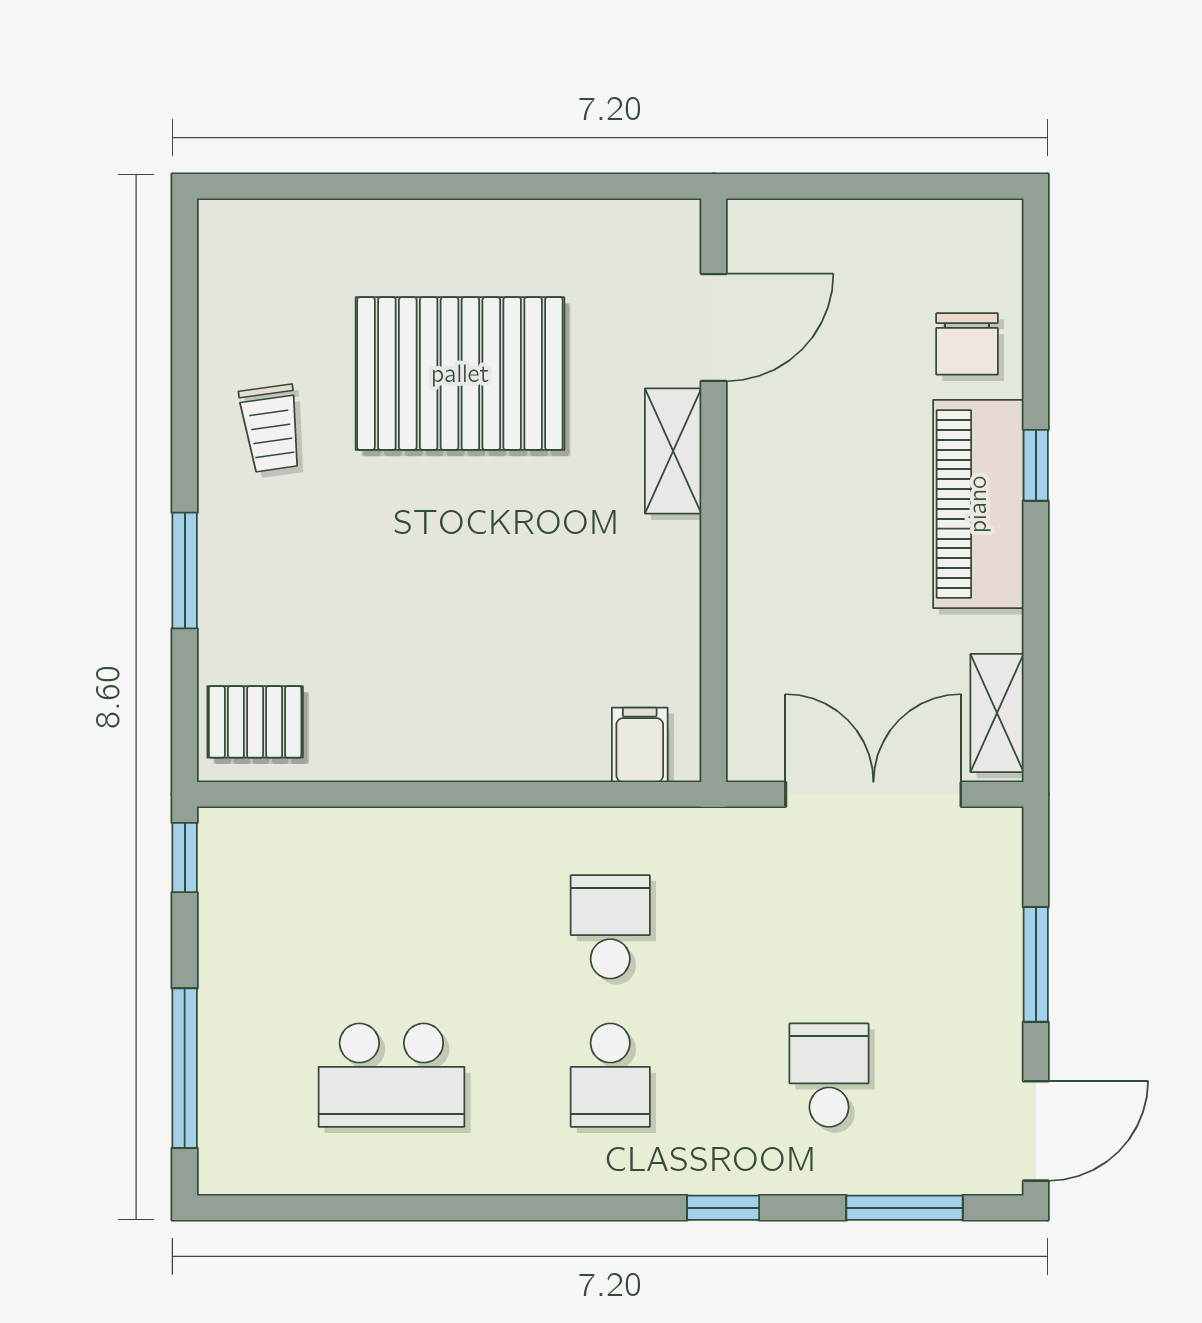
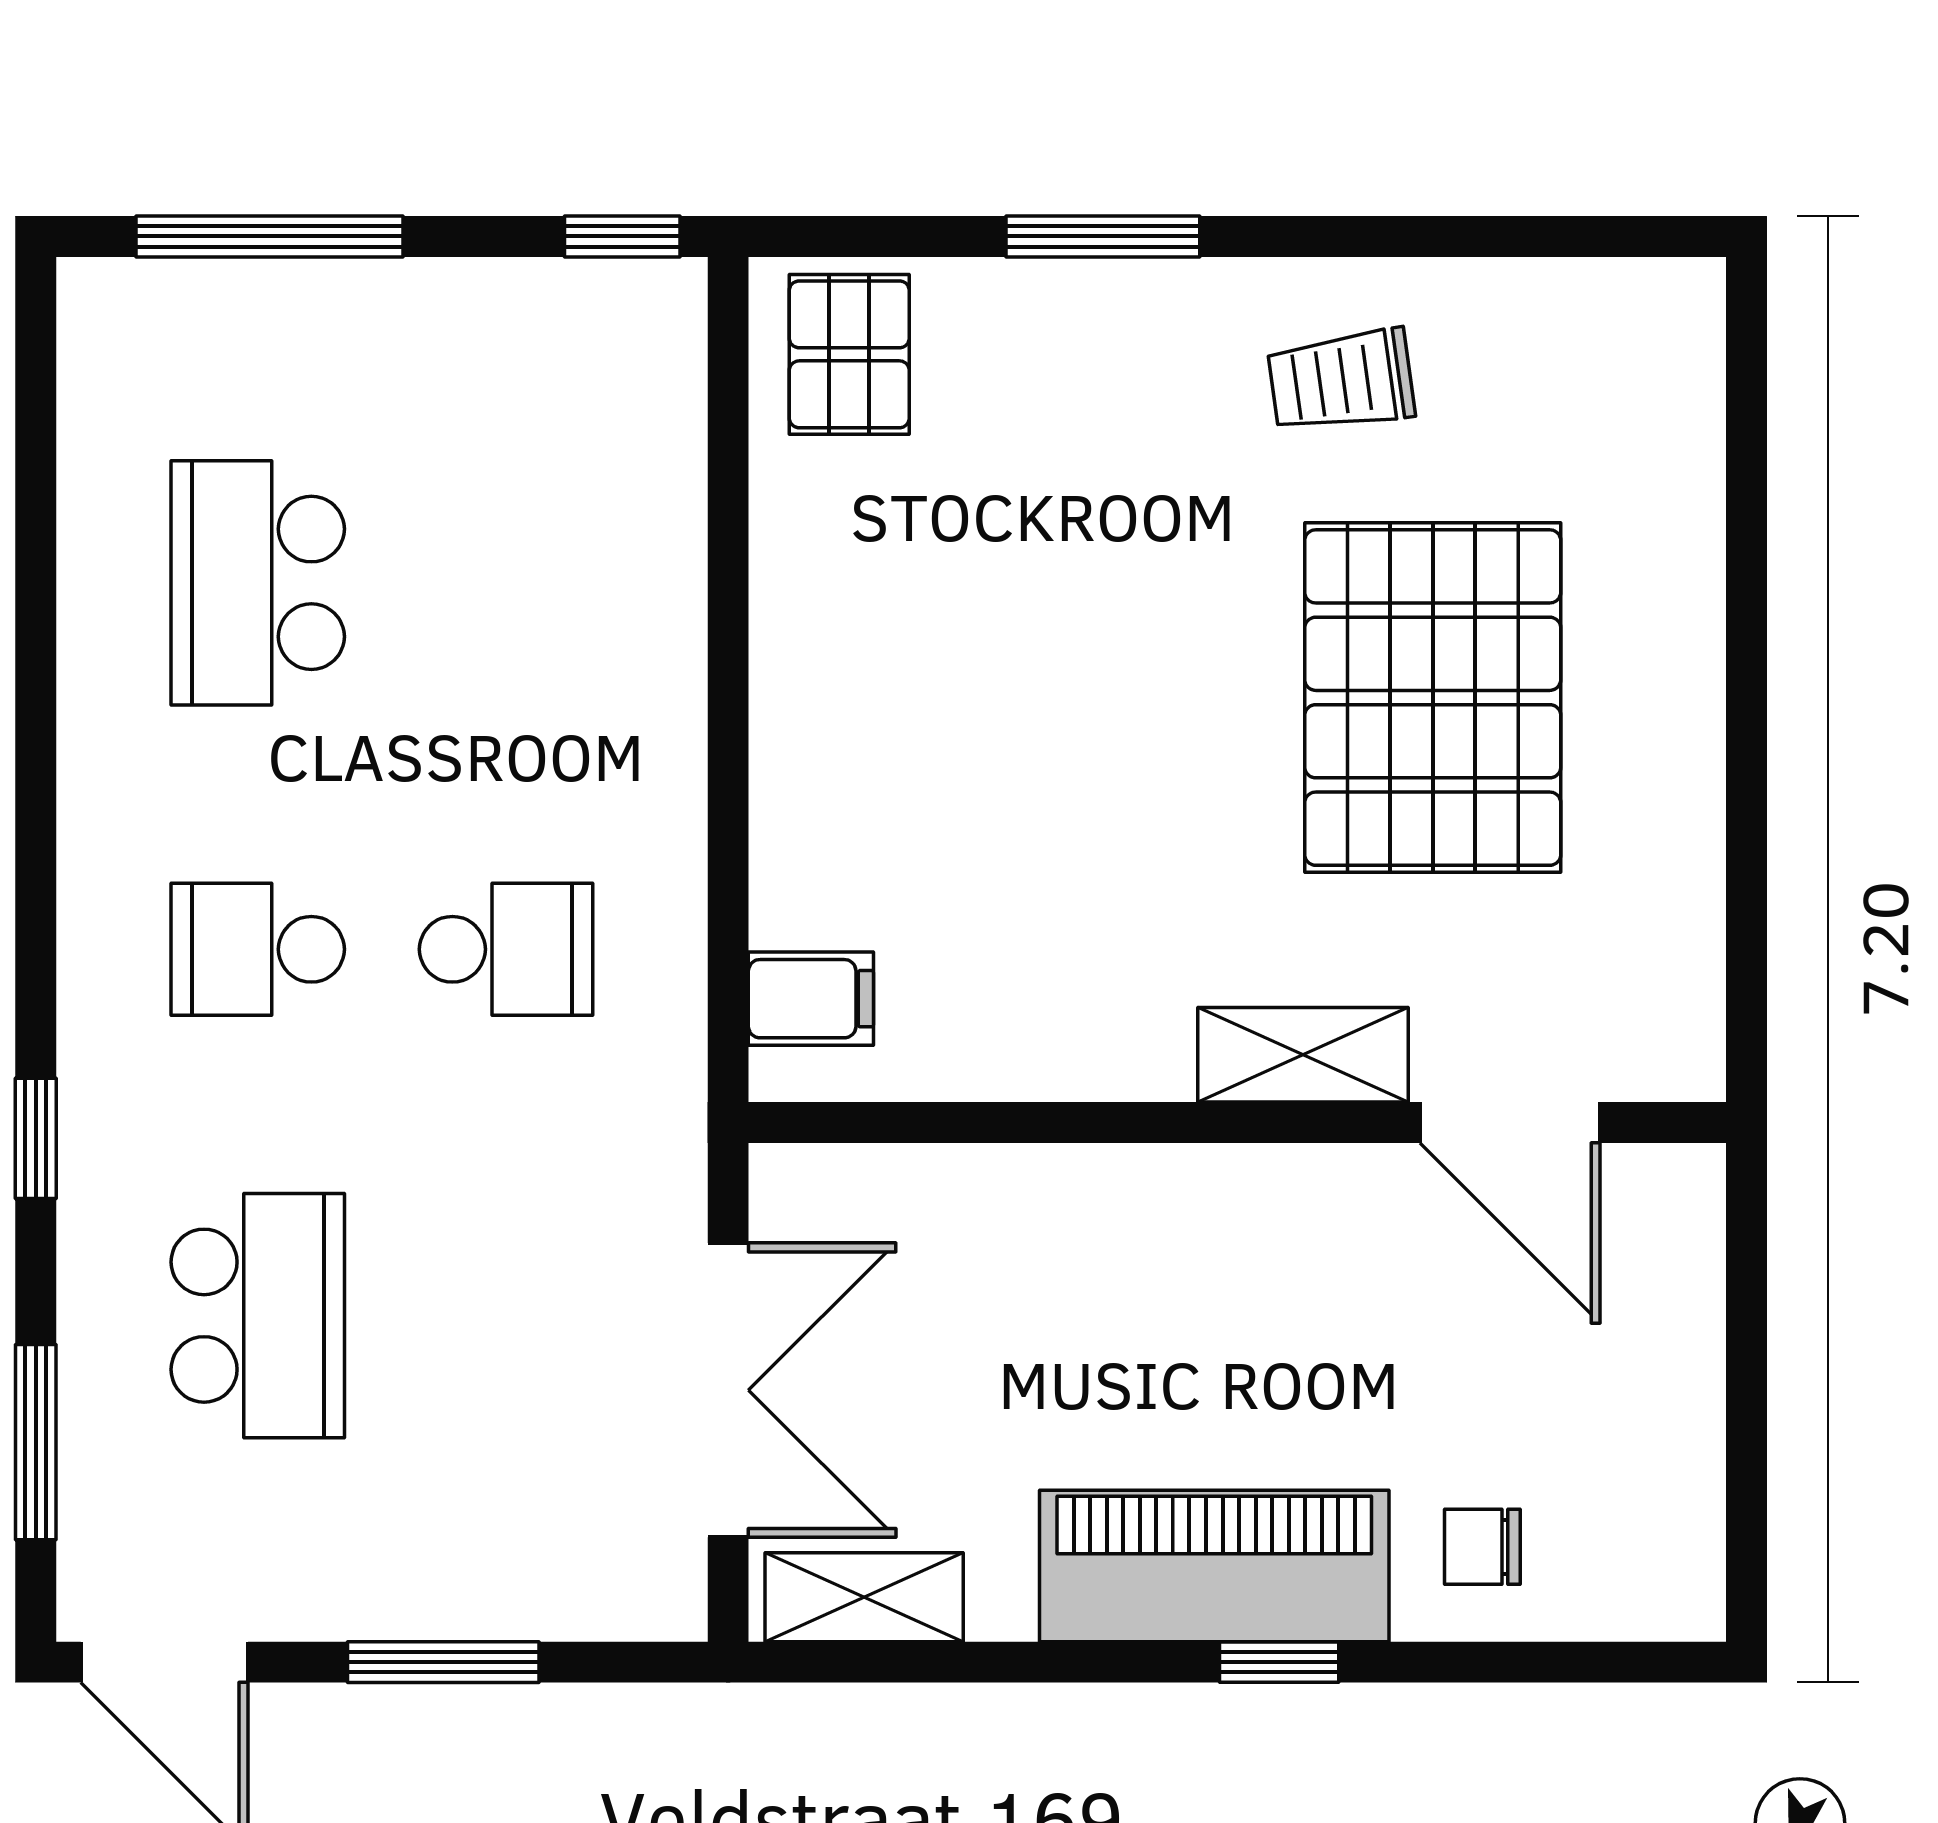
chair: (967, 344) -> (1482, 1547), width x0.73, depth x0.73
school desk: (829, 1075) -> (258, 1316), width x1.85

